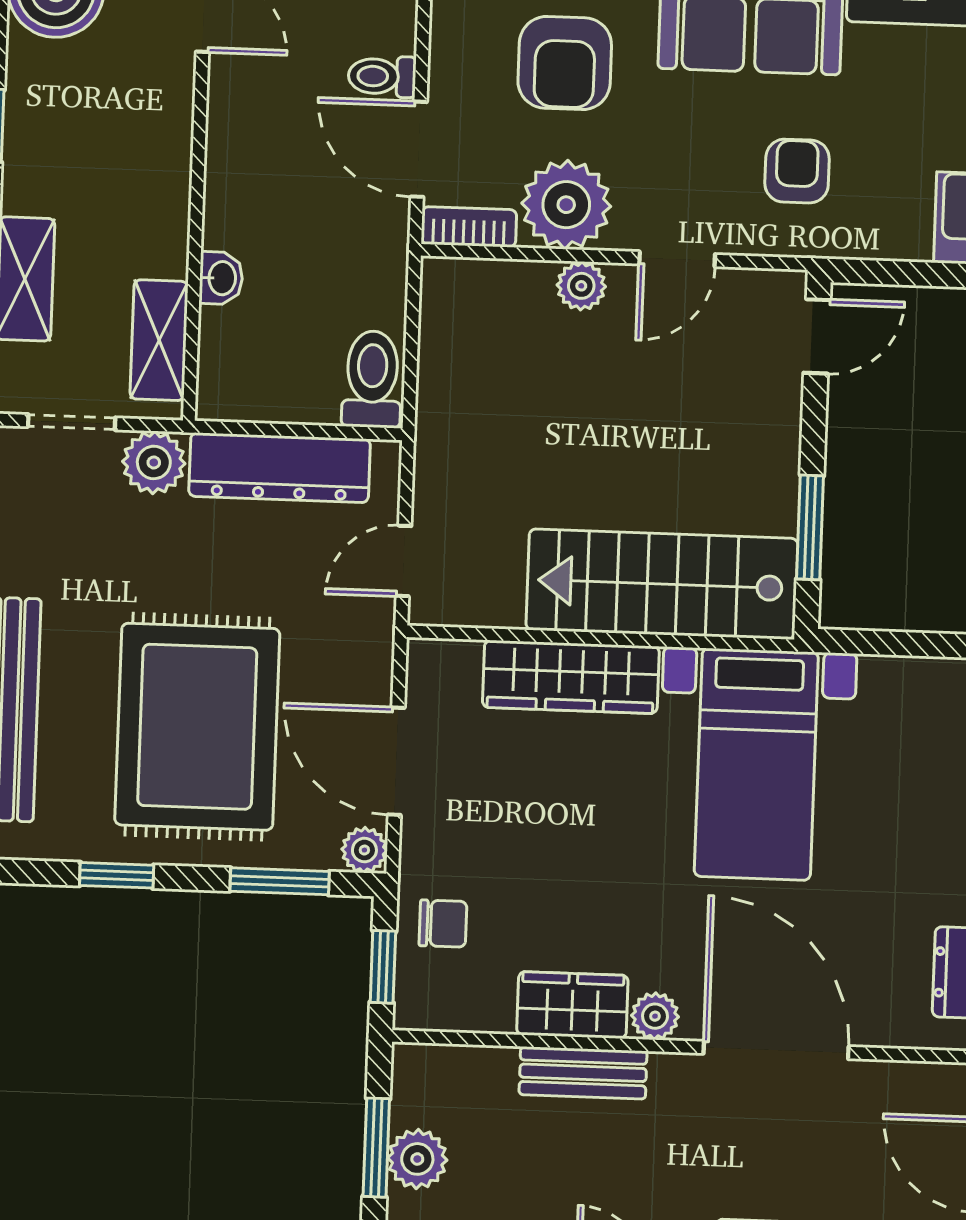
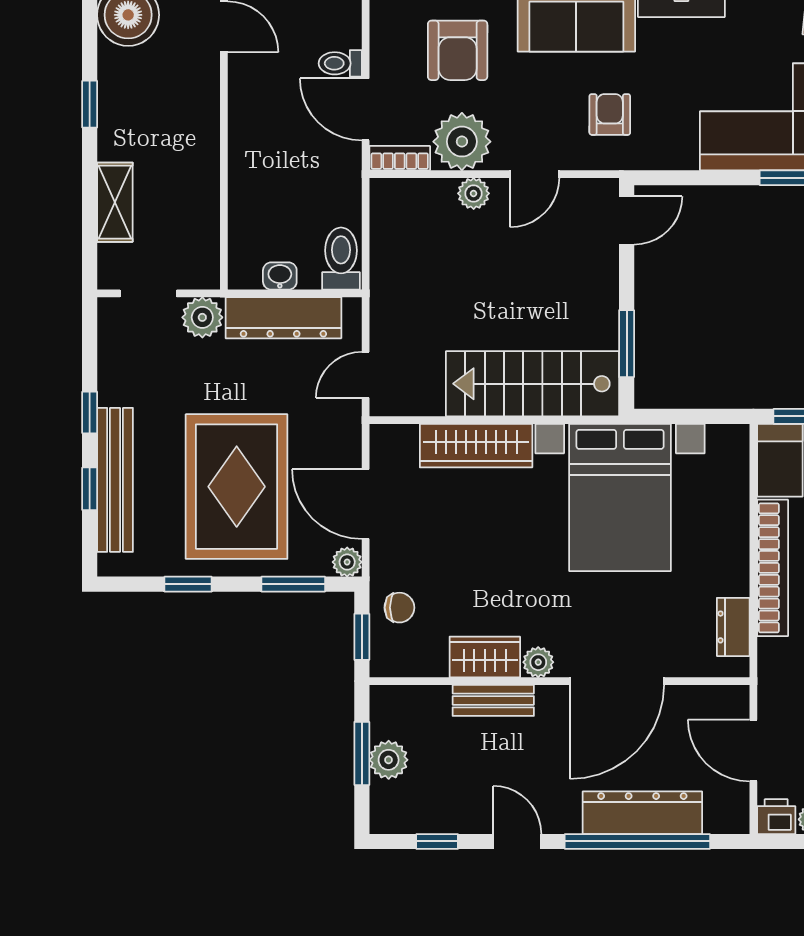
washbasin: (221, 278) -> (280, 276), moved, turned -90
shelving: (159, 340) -> (203, 238), removed
bed with nightstands: (756, 764) -> (620, 498), width x1.36
door: (776, 1050) -> (617, 681), swing flipped

